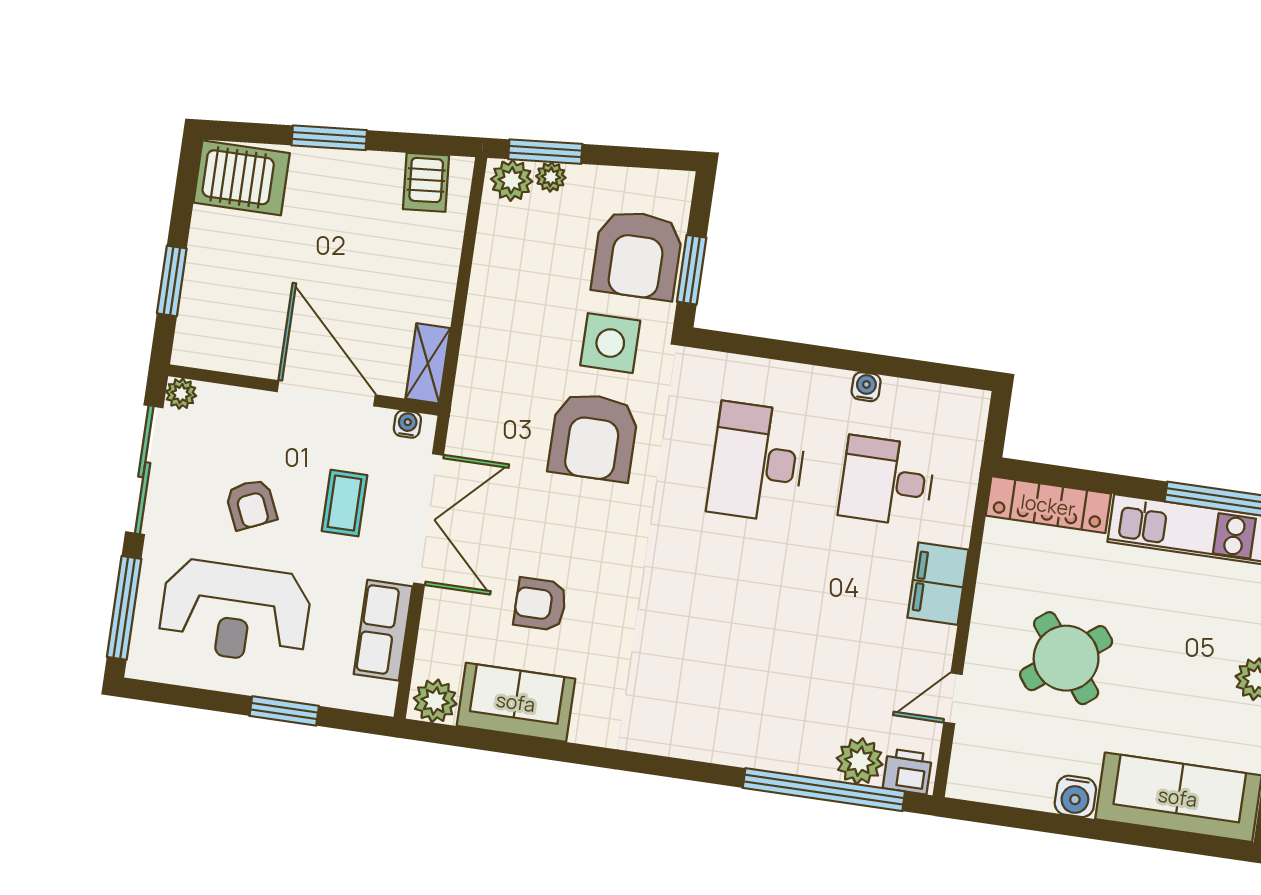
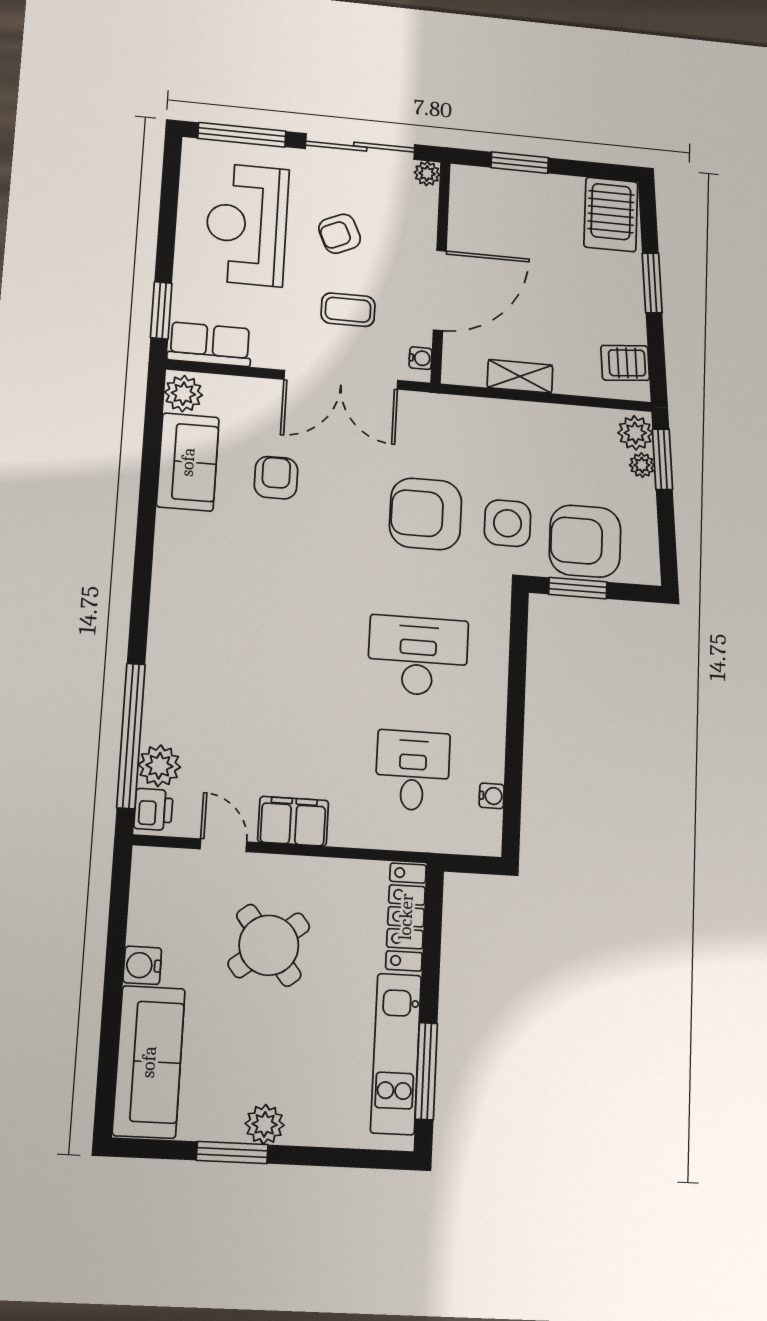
shelving: (428, 363) -> (520, 376), moved
water cooler: (866, 387) -> (492, 796), moved
filing cabinet: (938, 584) -> (293, 821), moved
row of seats: (383, 630) -> (210, 344), moved
window: (284, 711) -> (161, 310), moved

